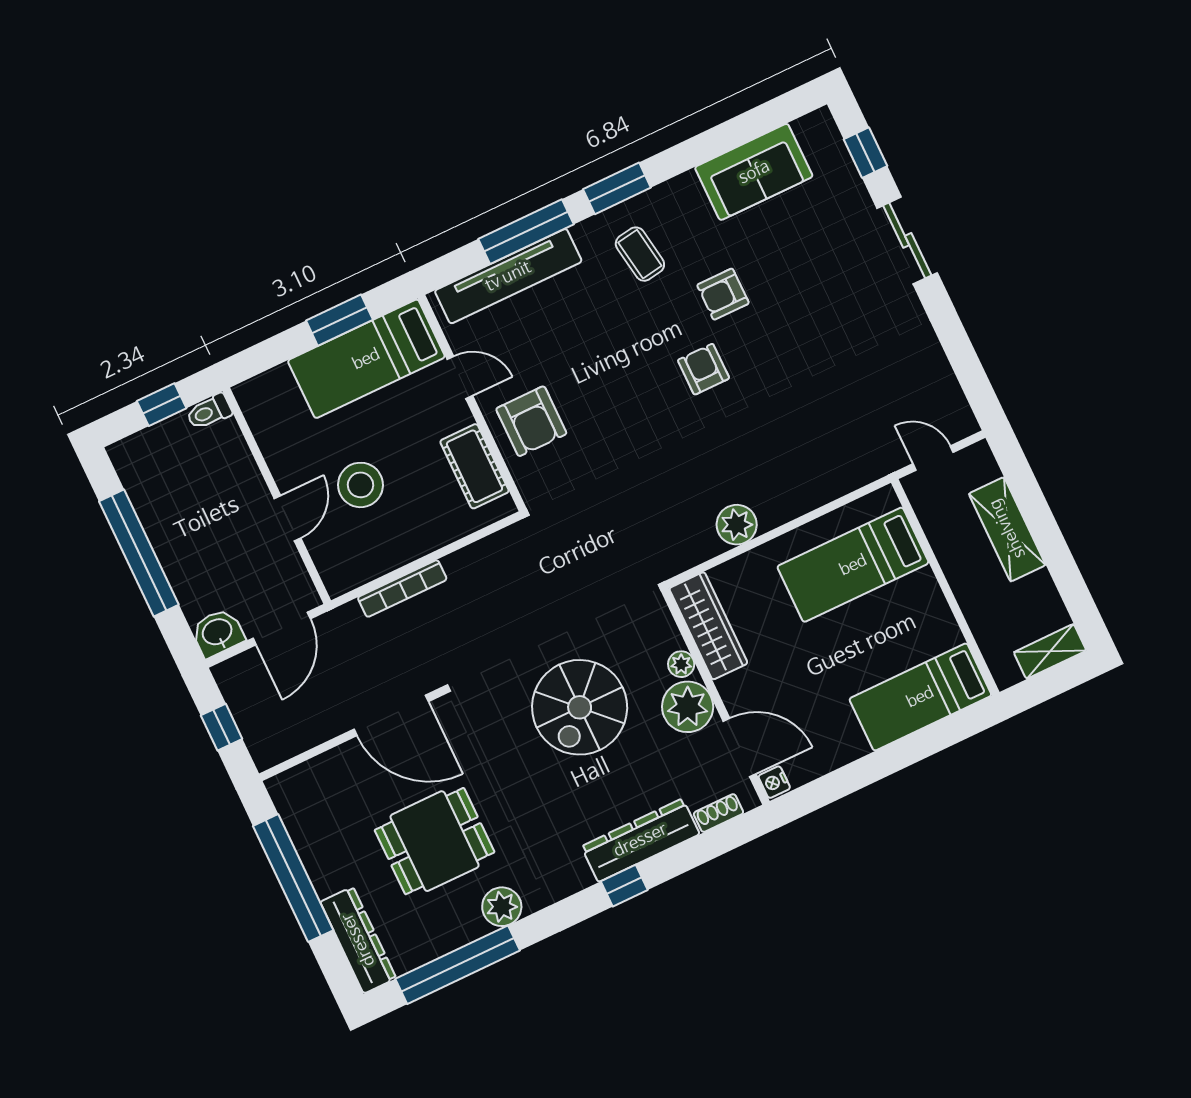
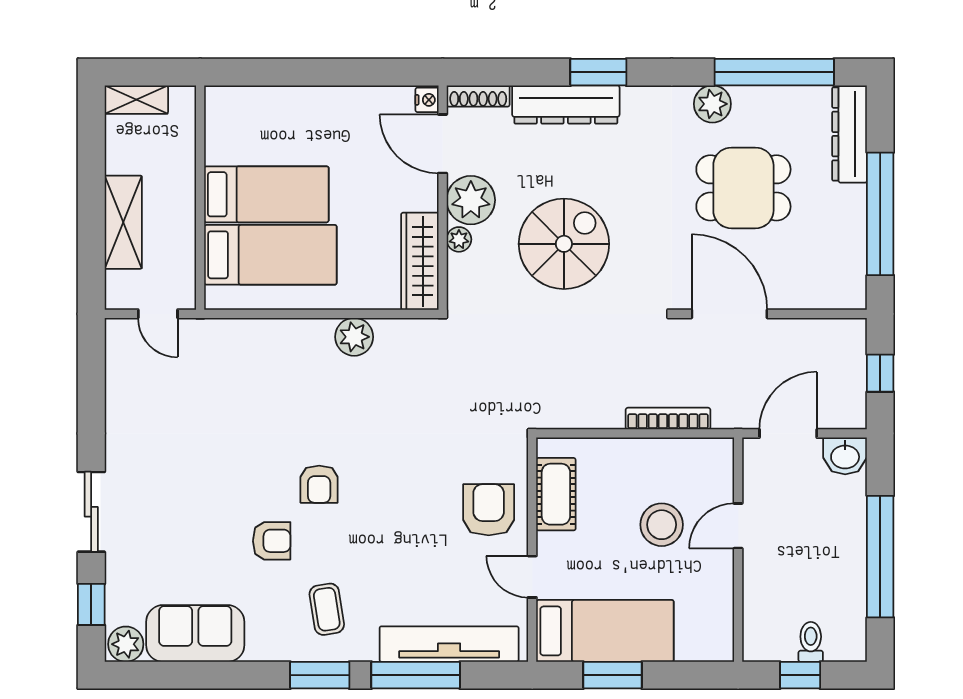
plant: (815, 130) -> (126, 644), added
toilet: (209, 412) -> (811, 642), moved, turned -90
bed: (920, 697) -> (266, 194), moved
shoe rack: (718, 813) -> (478, 96), width x1.43
window: (624, 886) -> (598, 72), width x1.50

